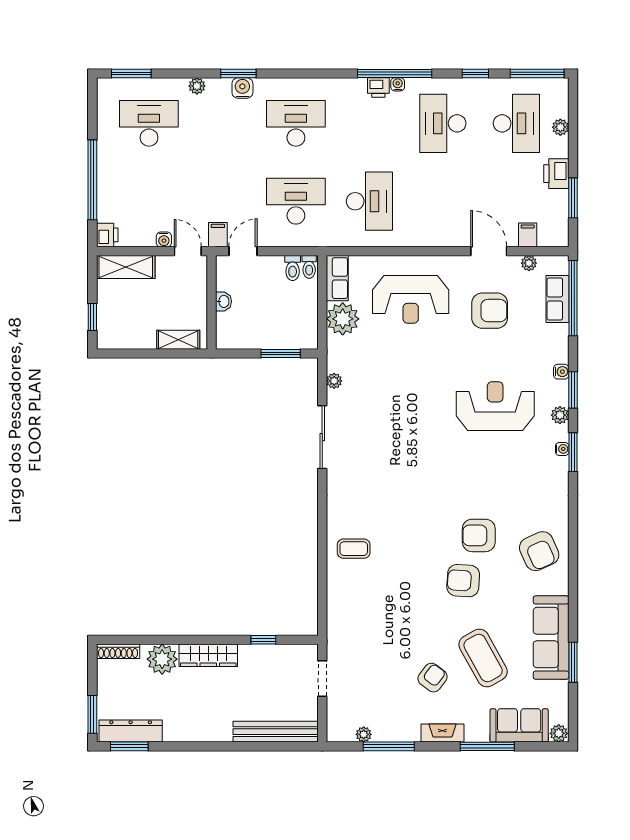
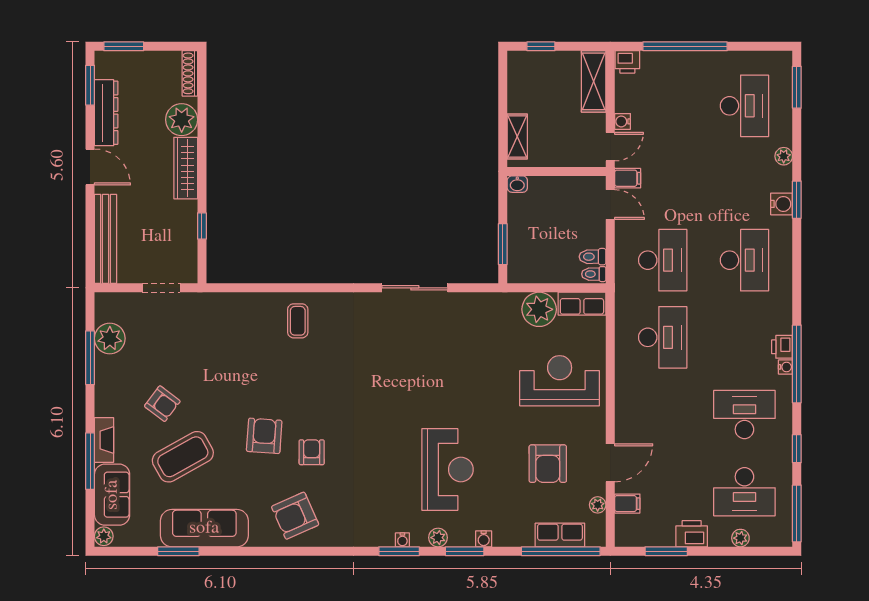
desk: (369, 201) -> (663, 337), turned -90
reception desk: (411, 299) -> (560, 381), turned 90
washbasin: (223, 301) -> (517, 184), moved
plant: (334, 381) -> (474, 300), removed
armchair: (479, 535) -> (312, 452), width x0.72, depth x0.72
dresser: (131, 731) -> (106, 113), moved
fireplace: (442, 733) -> (104, 440), moved
plant: (364, 734) -> (110, 338), width x1.87, depth x1.87
door: (207, 746) -> (90, 167), added

